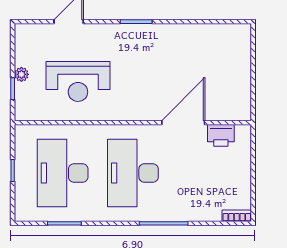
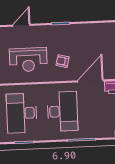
armchair: (137, 86) -> (62, 61), added
desk: (133, 173) -> (62, 111), turned 180

